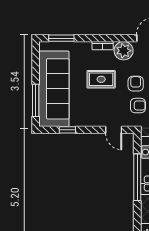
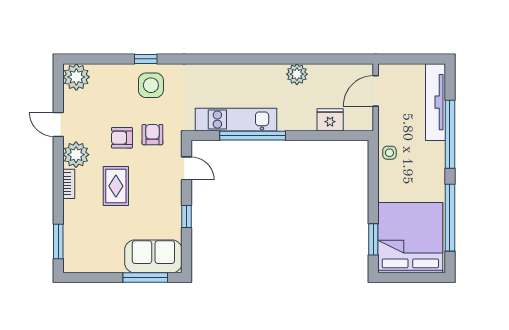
sofa: (54, 89) -> (153, 256), width x0.54, depth x0.79
window: (67, 130) -> (187, 217), moved
door: (114, 130) -> (187, 168), hinge flipped

